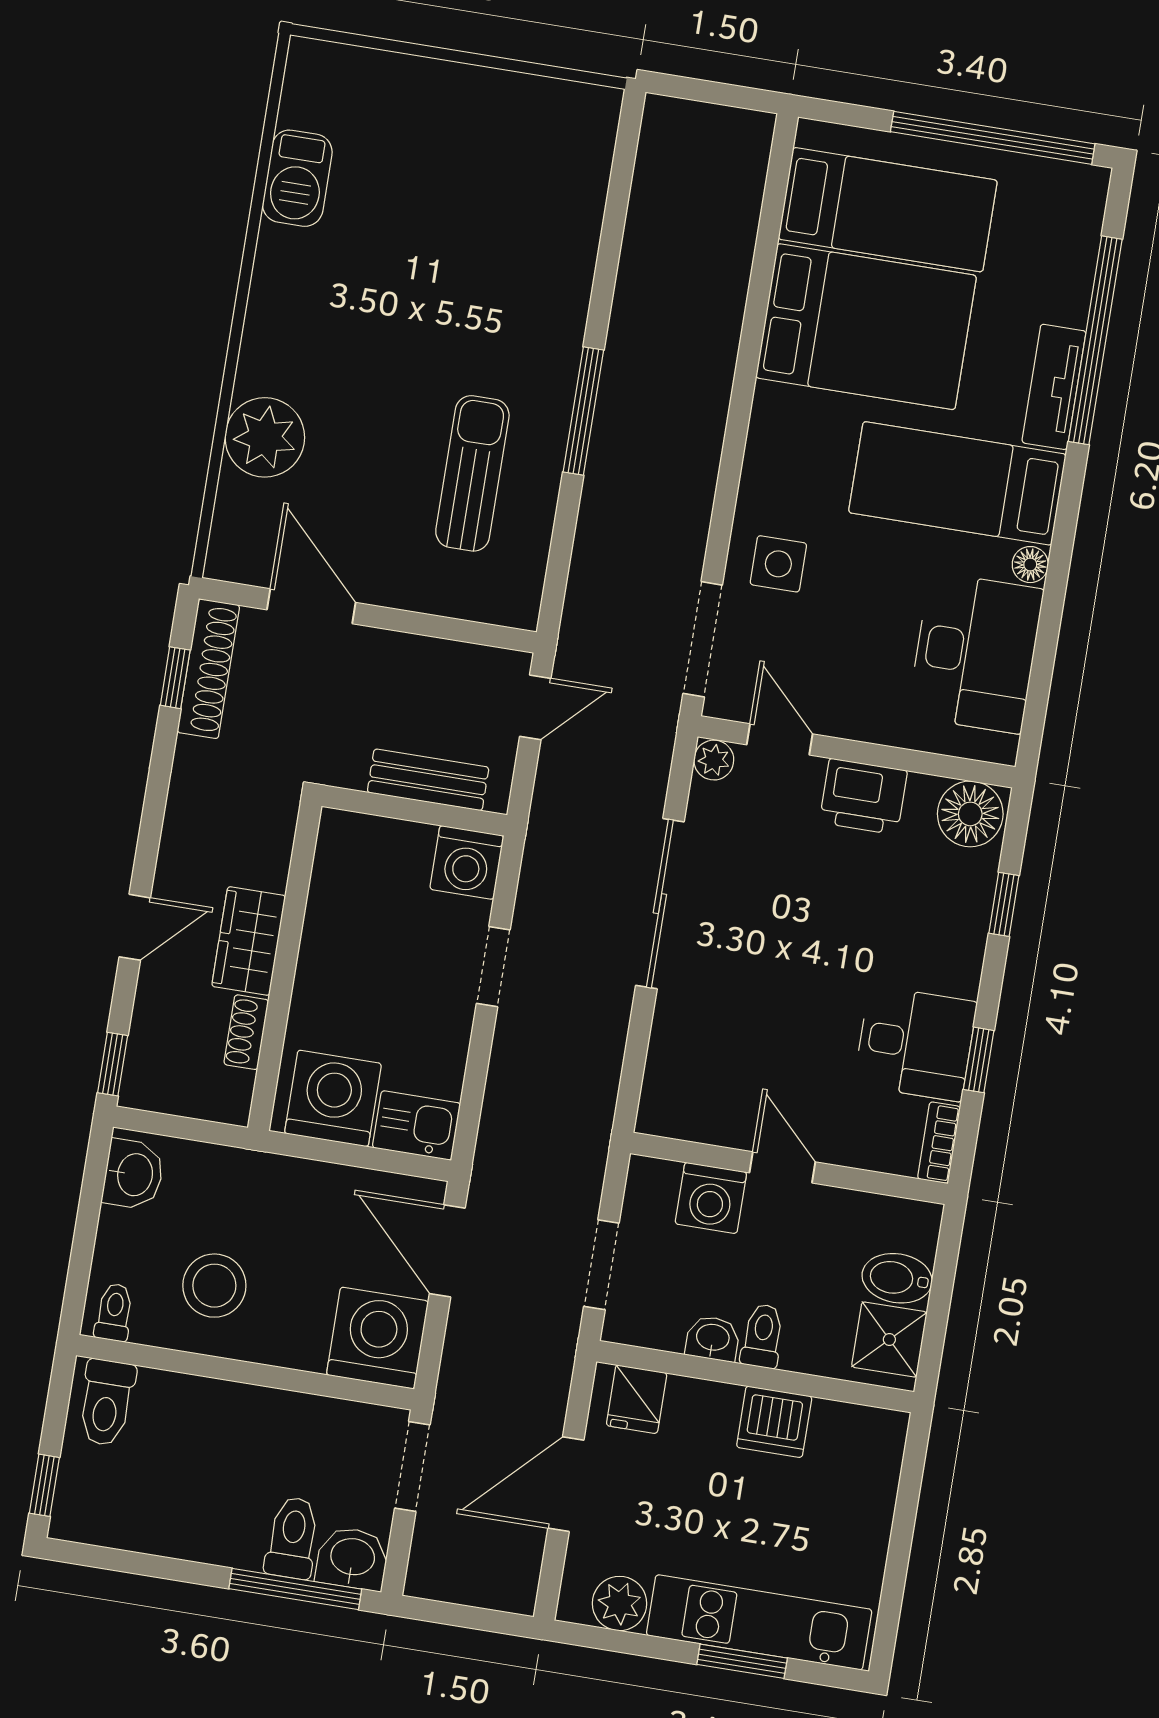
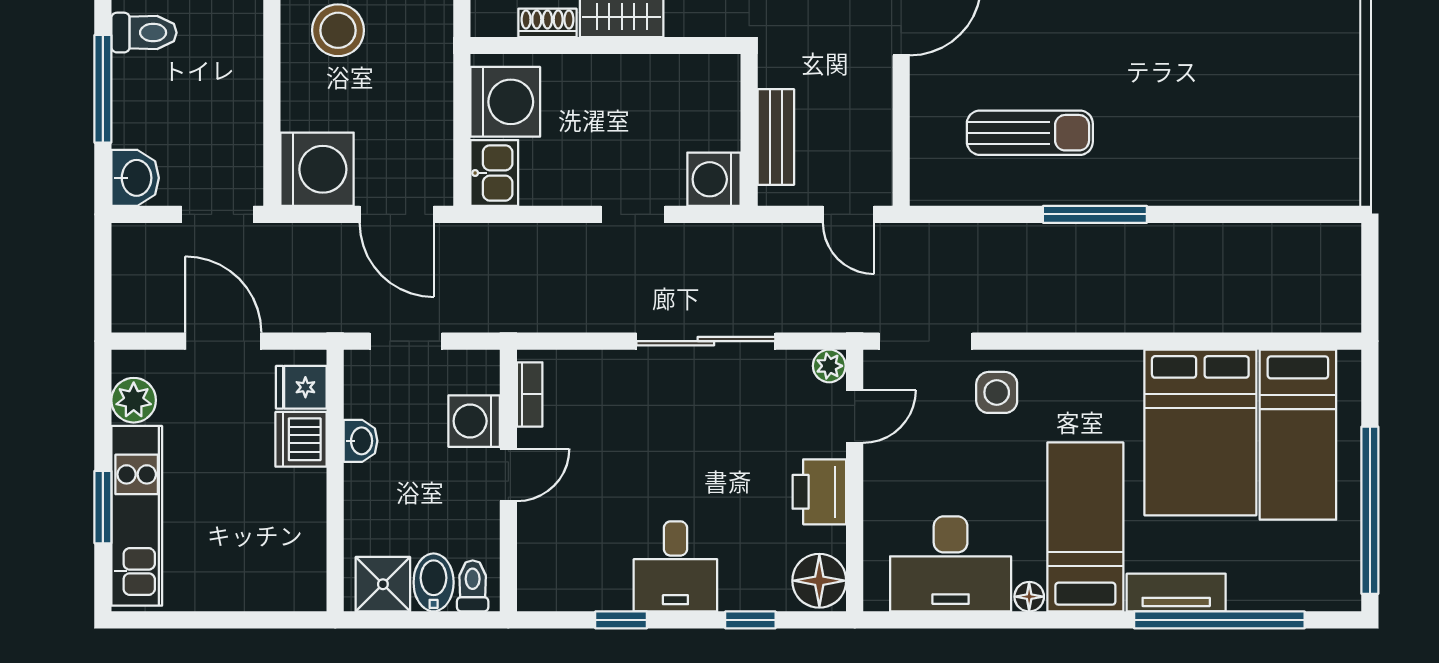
desk: (915, 1043) -> (675, 566), moved
bookcase: (939, 1143) -> (530, 394), moved, turned 90
door: (447, 1251) -> (397, 214), swing flipped
toilet: (762, 1336) -> (473, 586), moved, turned -90
dishwasher: (774, 1422) -> (301, 439), moved
toilet: (292, 1538) -> (144, 33), moved
window: (295, 1589) -> (103, 89), moved

